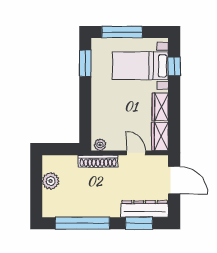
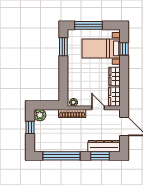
plant: (51, 181) -> (40, 115), moved
window: (36, 182) -> (30, 127), added

